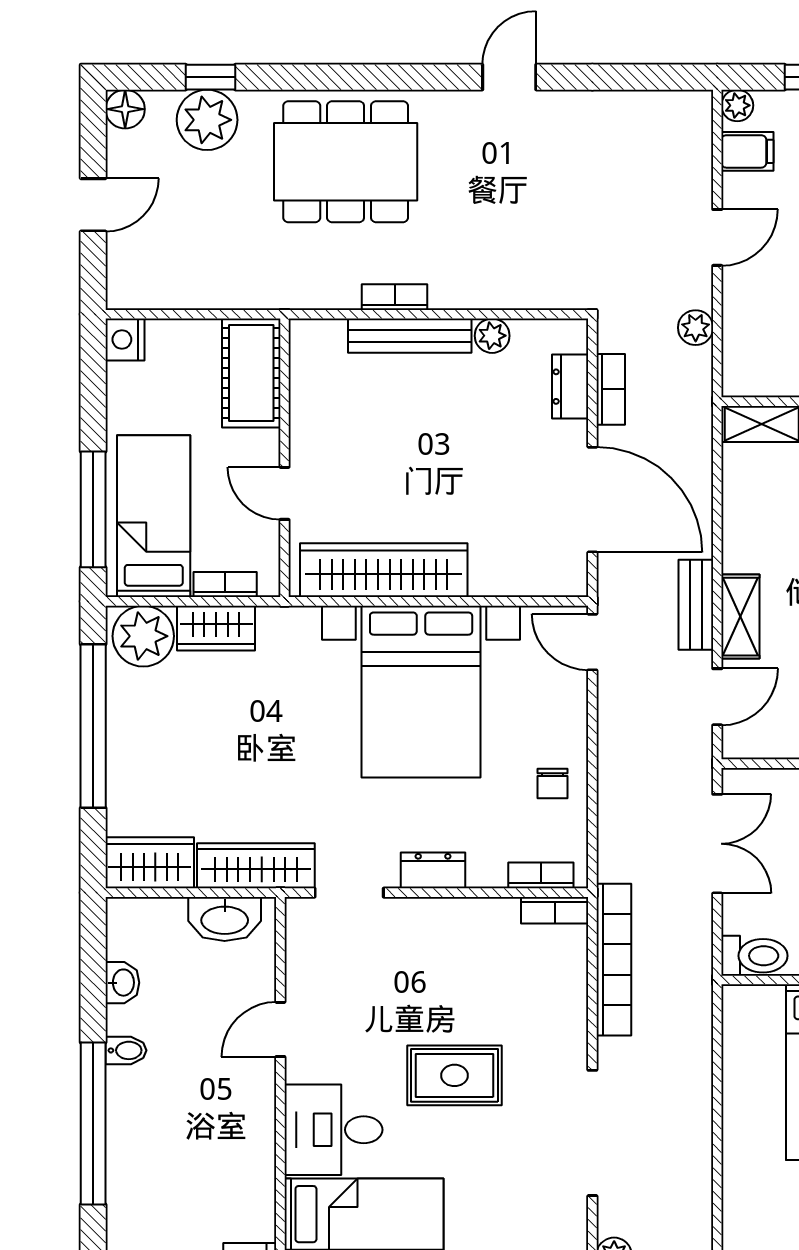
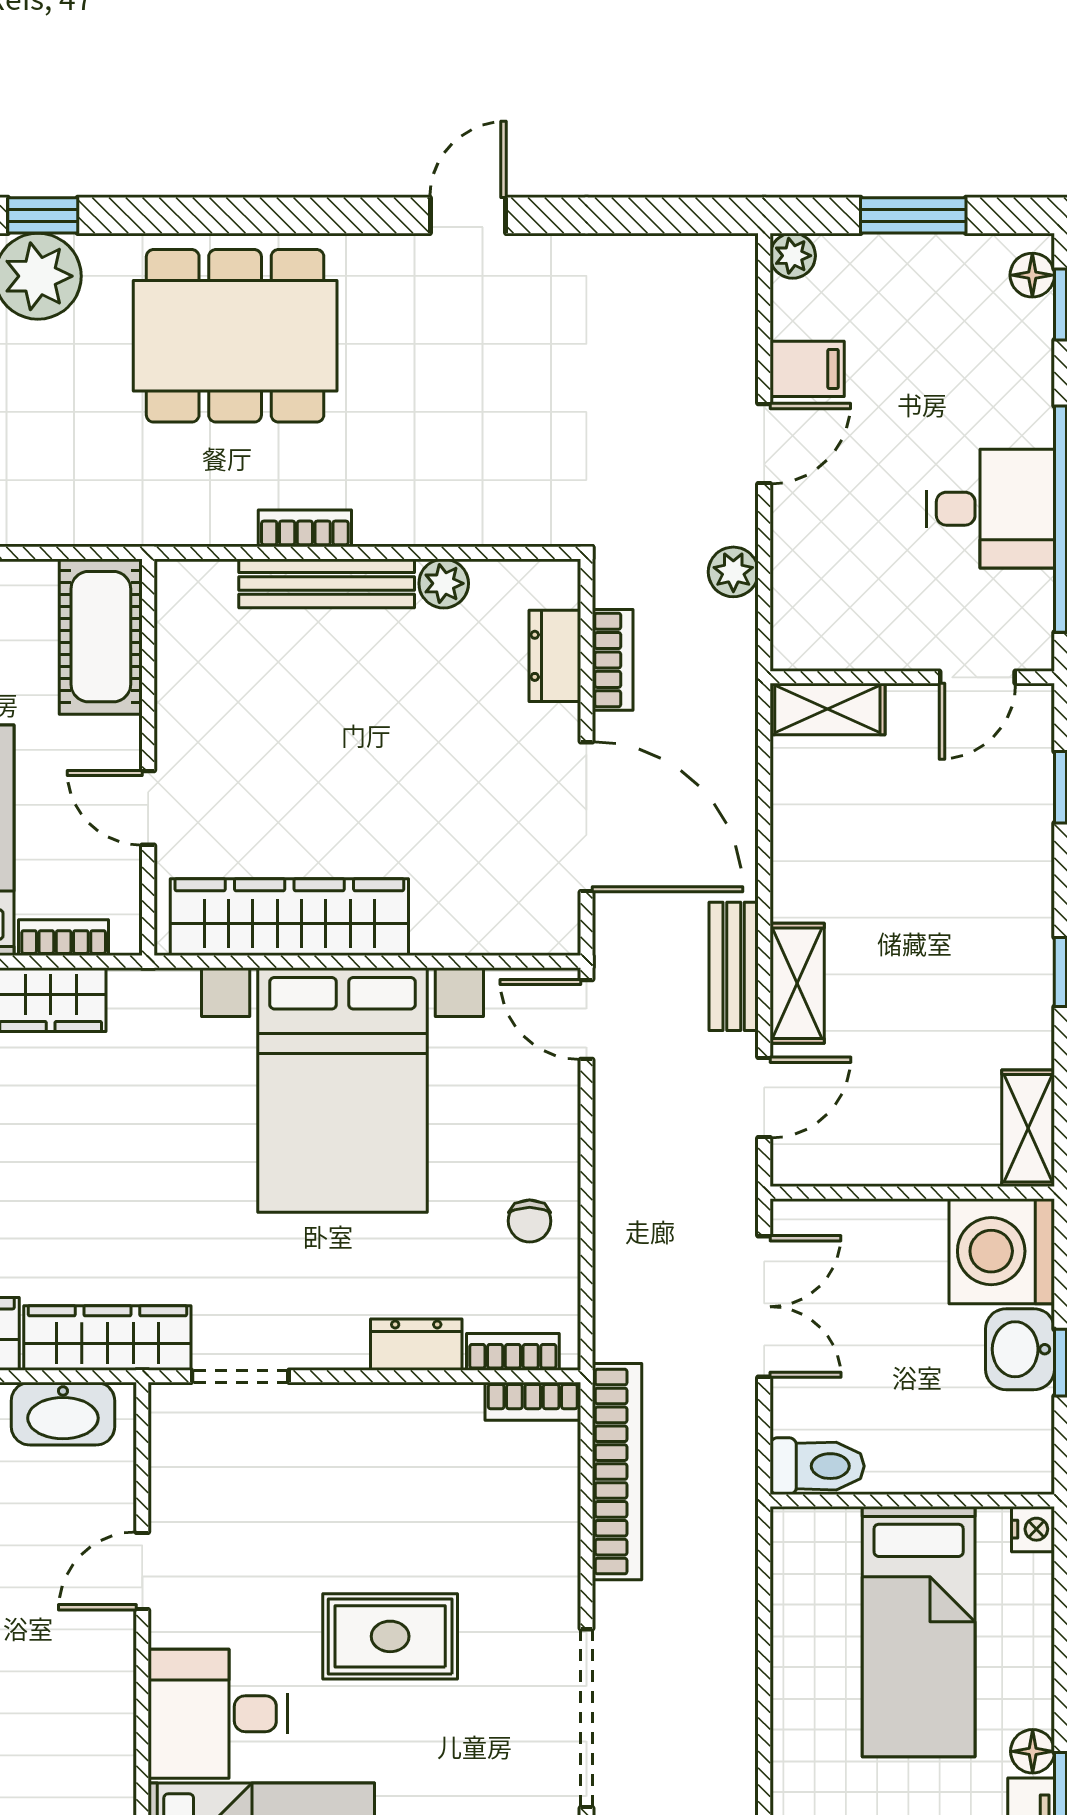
filing cabinet: (747, 151) -> (807, 369), moved
dresser: (433, 870) -> (416, 1345), moved

